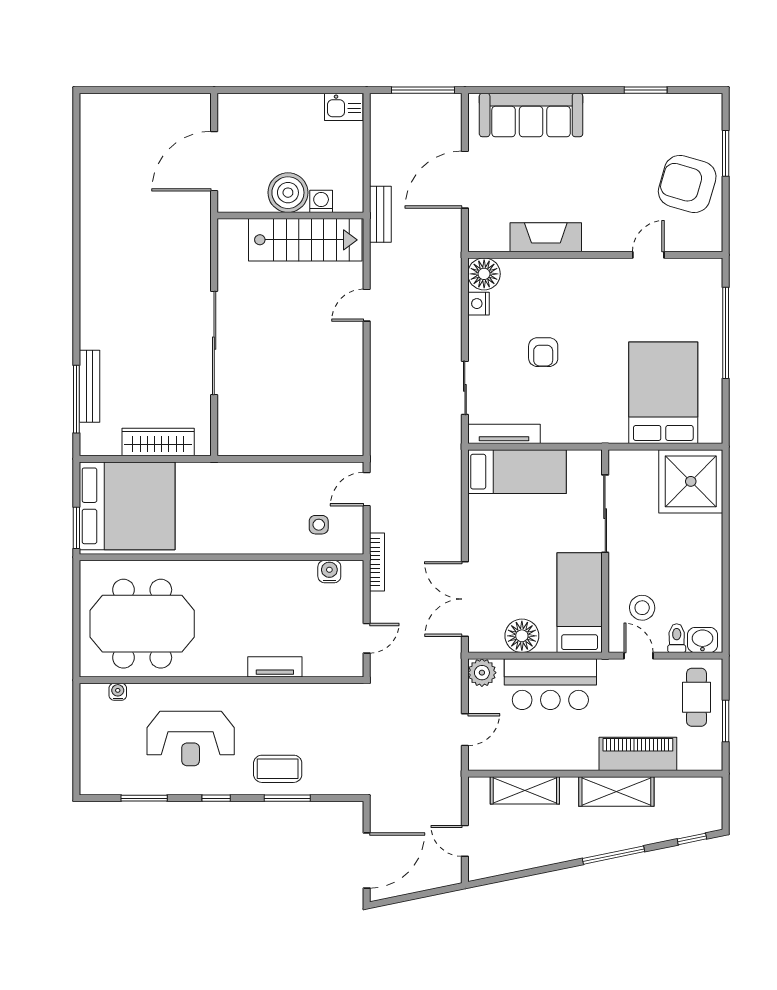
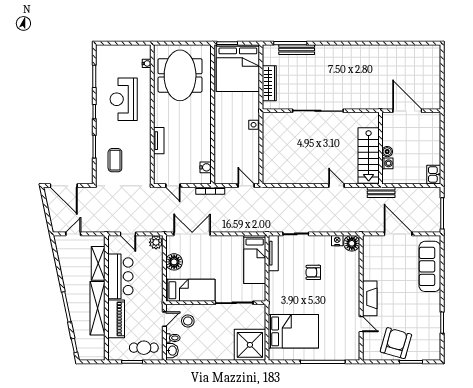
boiler: (288, 193) -> (387, 152), width x0.54, depth x0.54
fireplace: (546, 237) -> (370, 298), moved
side table: (319, 525) -> (254, 125), moved
bar counter: (550, 684) -> (120, 276), moved, turned 180
coffee table: (278, 769) -> (115, 160), moved
shelving: (616, 792) -> (98, 308), width x1.47

